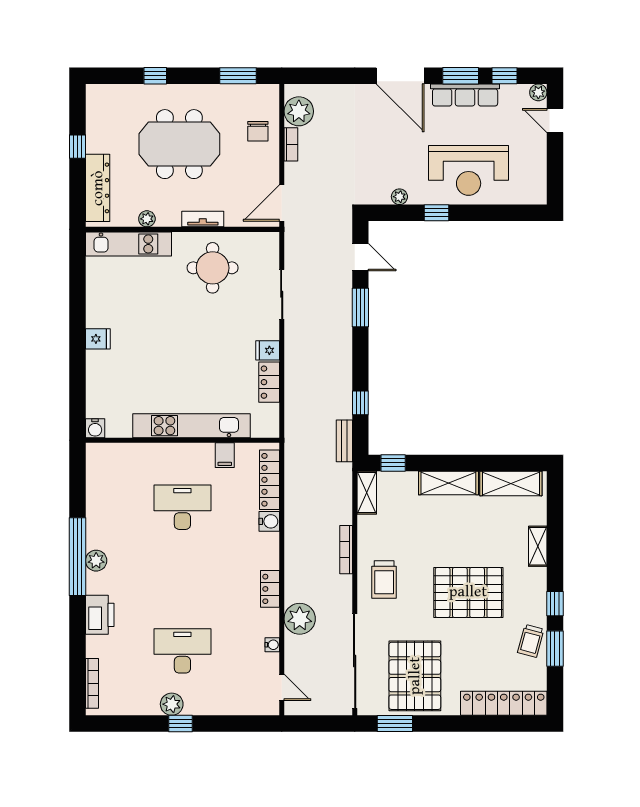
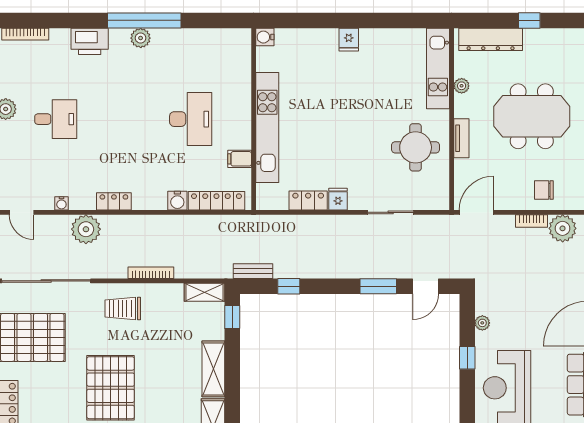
meeting table: (179, 144) -> (532, 116), turned 90
door: (282, 203) -> (476, 212), hinge flipped
desk: (182, 651) -> (56, 119), width x0.73
door: (282, 687) -> (22, 212), hinge flipped

